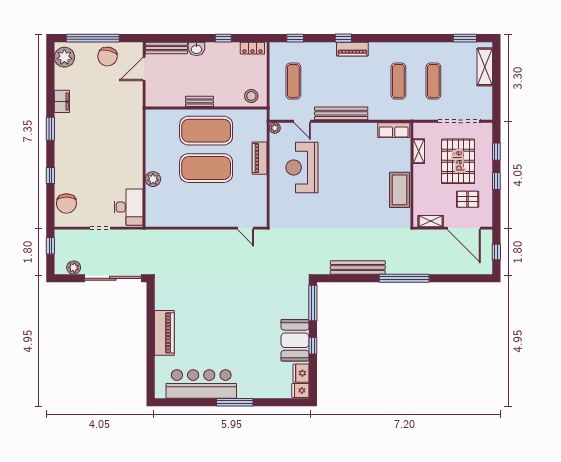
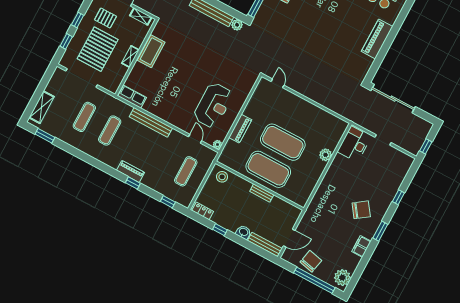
bench: (341, 113) -> (151, 122), moved
shelving: (419, 151) -> (130, 56), moved
chair: (66, 204) -> (361, 210), moved, turned 54
plant: (74, 268) -> (237, 25), moved

